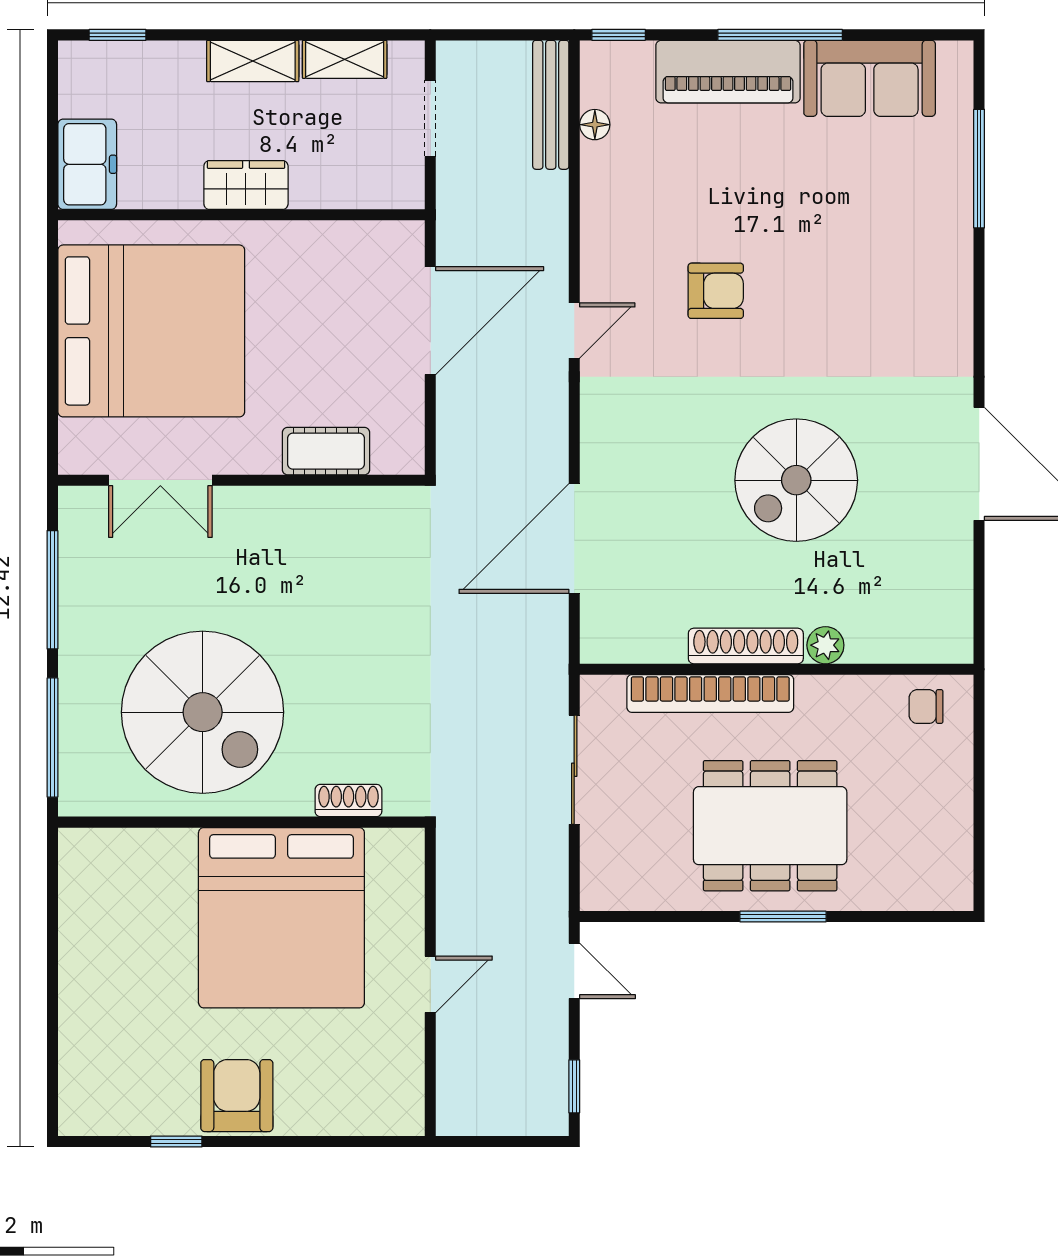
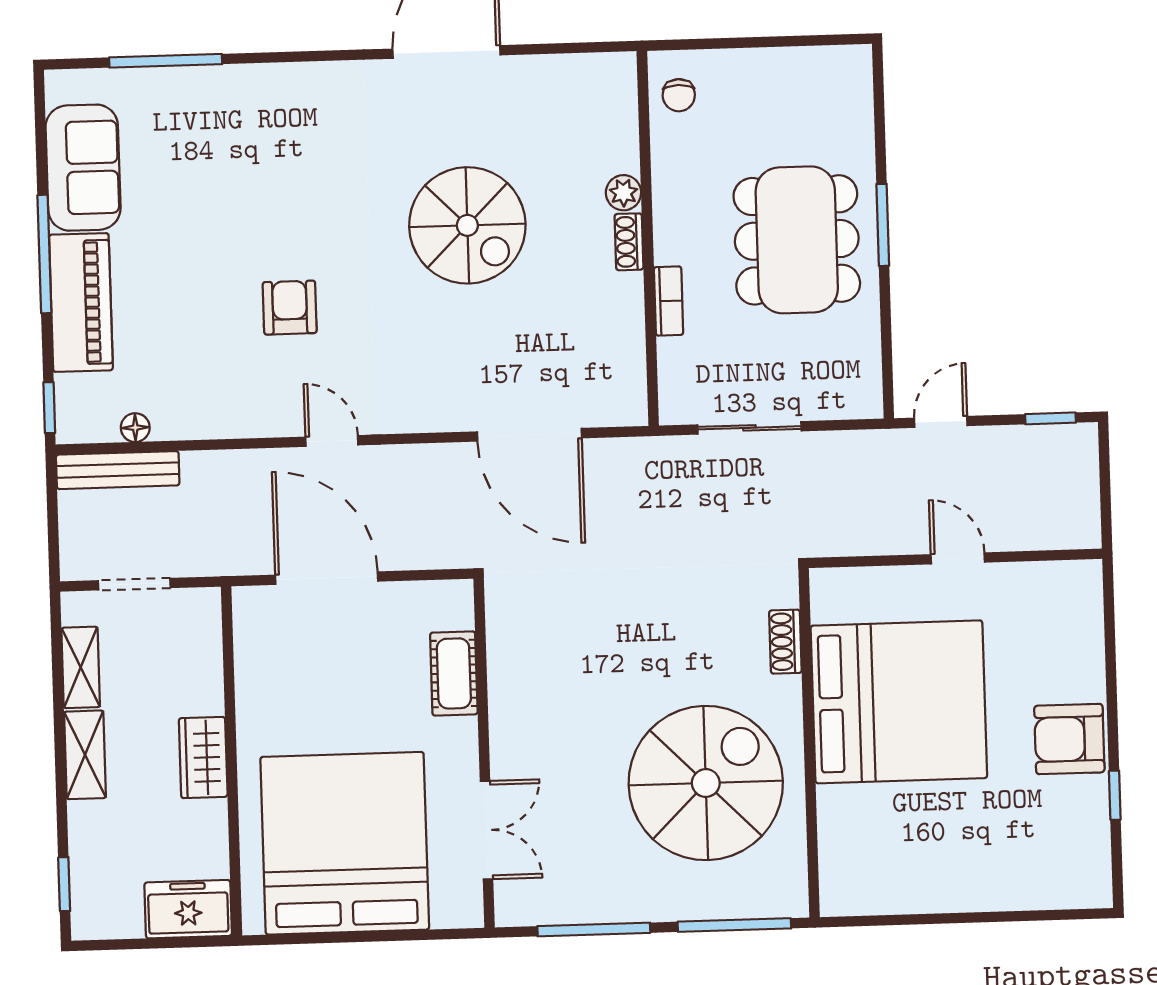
shoe rack: (746, 646) -> (629, 242), width x0.51, depth x0.81
bookcase: (710, 693) -> (669, 301), width x0.43, depth x0.76

